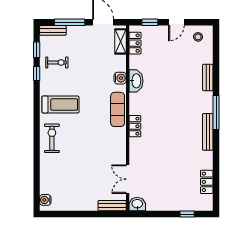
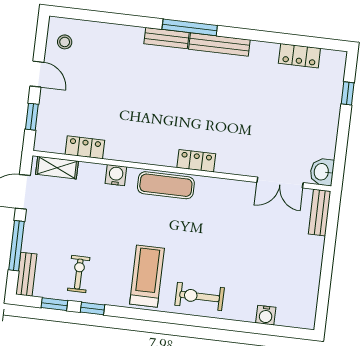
locker: (135, 43) -> (85, 147), moved
bench: (208, 78) -> (166, 38), moved
washbasin: (136, 81) -> (123, 150), removed
water cooler: (45, 200) -> (266, 315), moved

